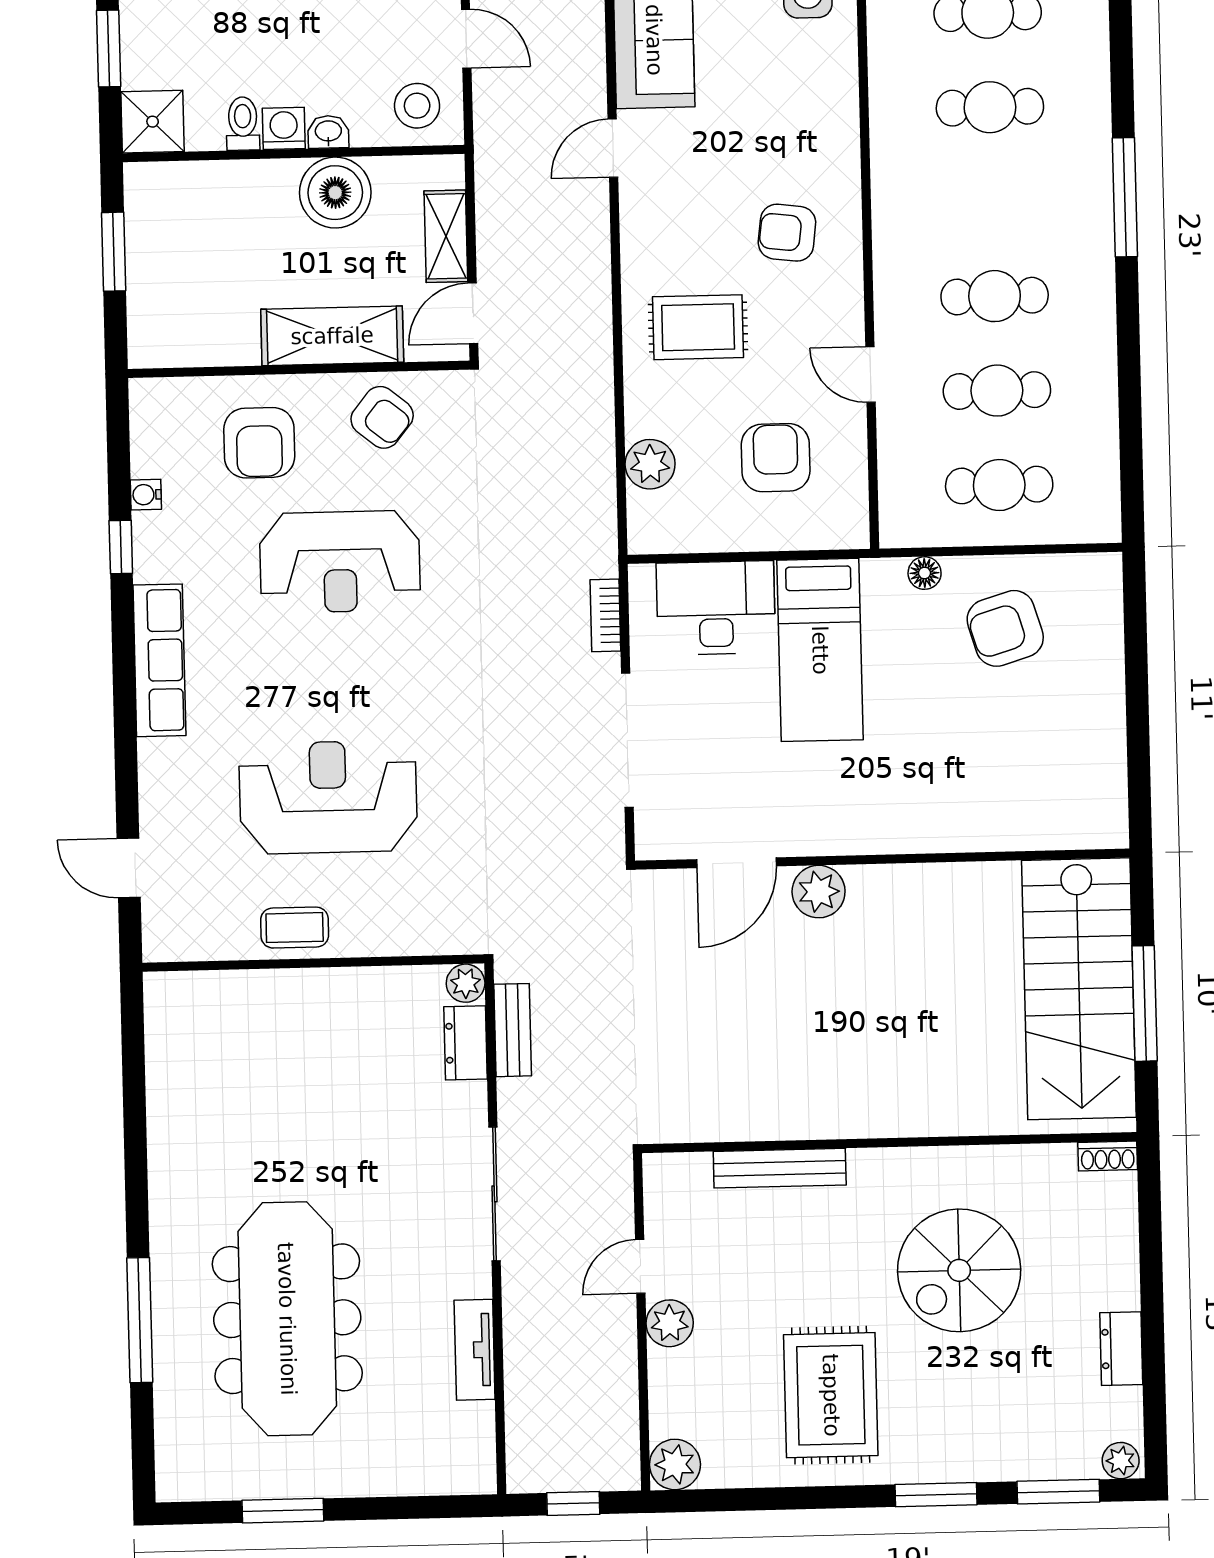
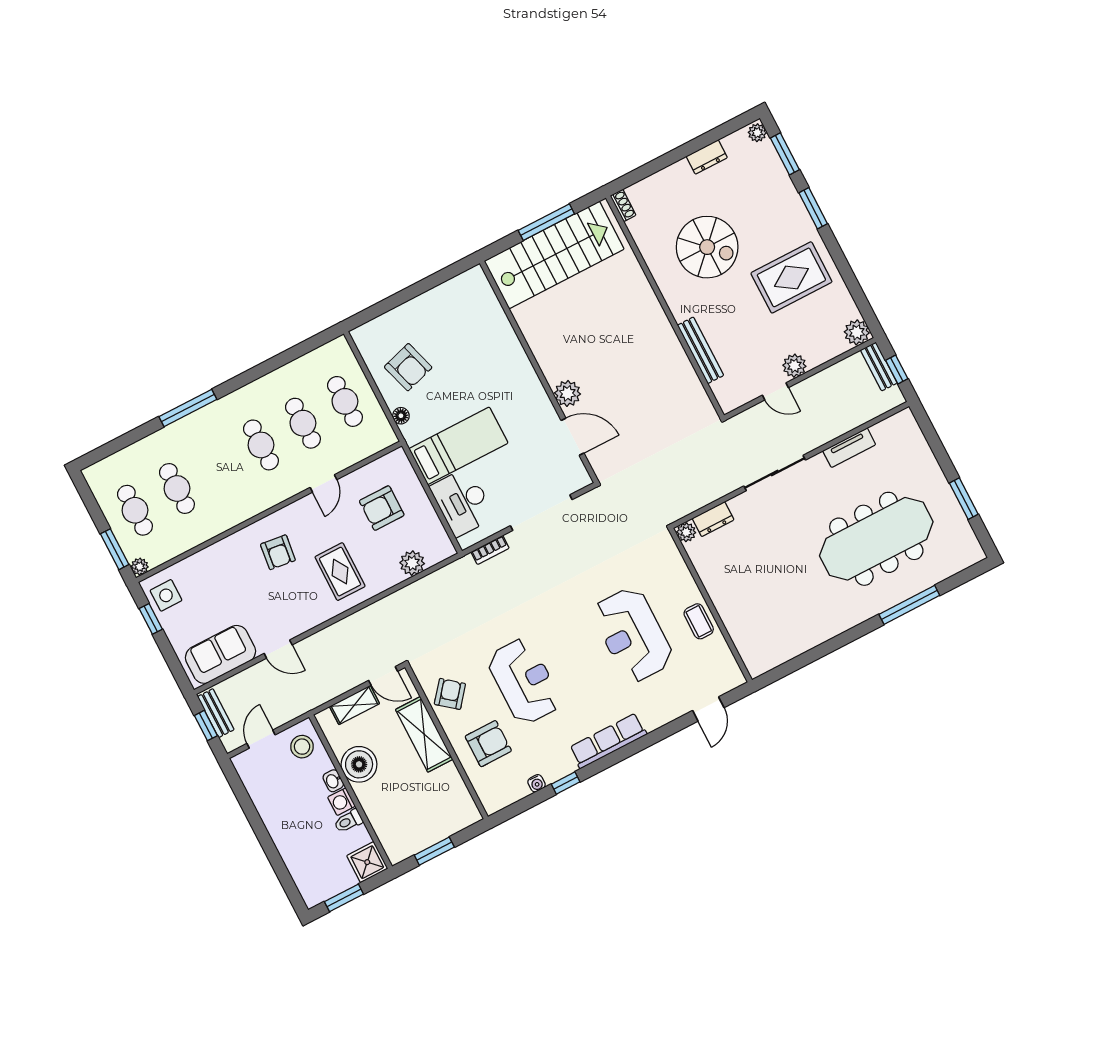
bench: (513, 1030) -> (879, 366), moved, turned 90

